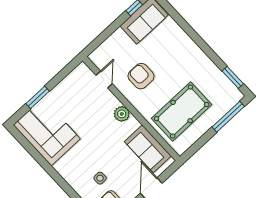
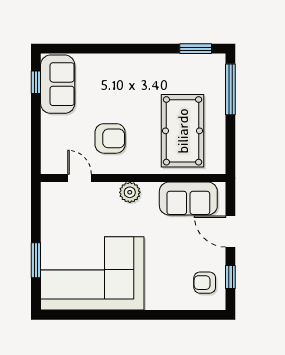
armchair: (141, 76) -> (110, 138), turned 180
corner sofa: (47, 132) -> (92, 273), width x1.36, depth x1.36
side table: (100, 178) -> (173, 273), removed

